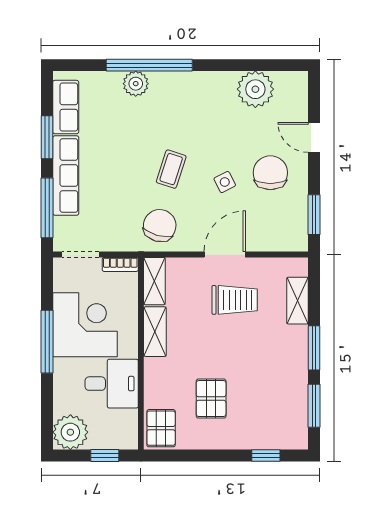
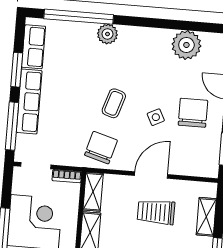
window: (149, 65) -> (79, 17), moved
plant: (136, 84) -> (107, 34), moved
trolley: (235, 300) -> (156, 212), turned 180

